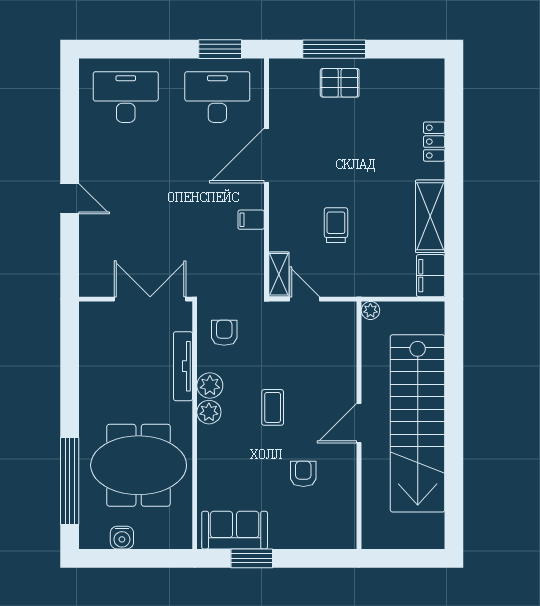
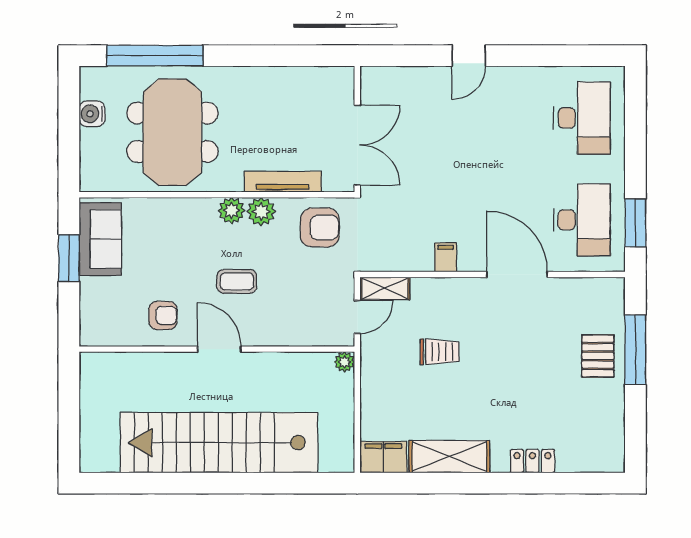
plant: (370, 310) -> (345, 362), moved
armchair: (224, 333) -> (320, 228), width x1.38, depth x1.38
door: (359, 423) -> (219, 349), moved
wall: (359, 425) -> (217, 349), moved

